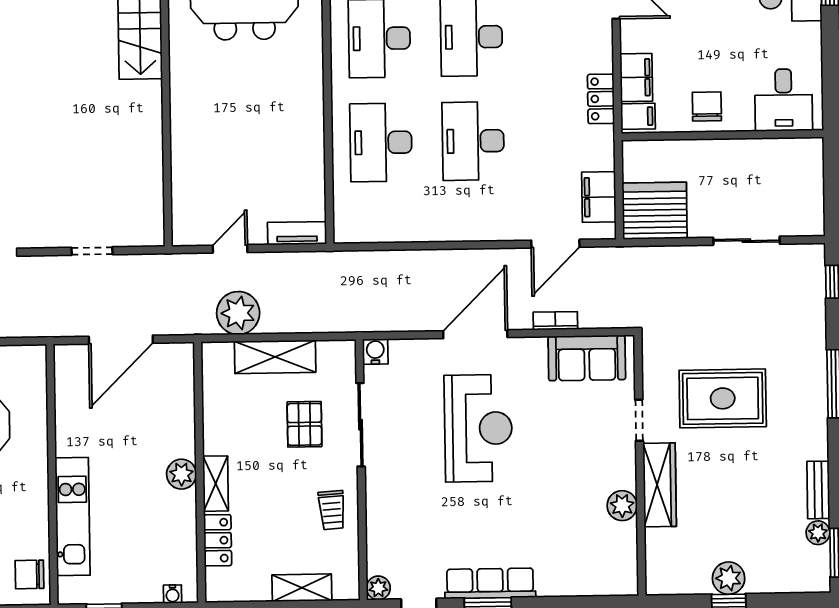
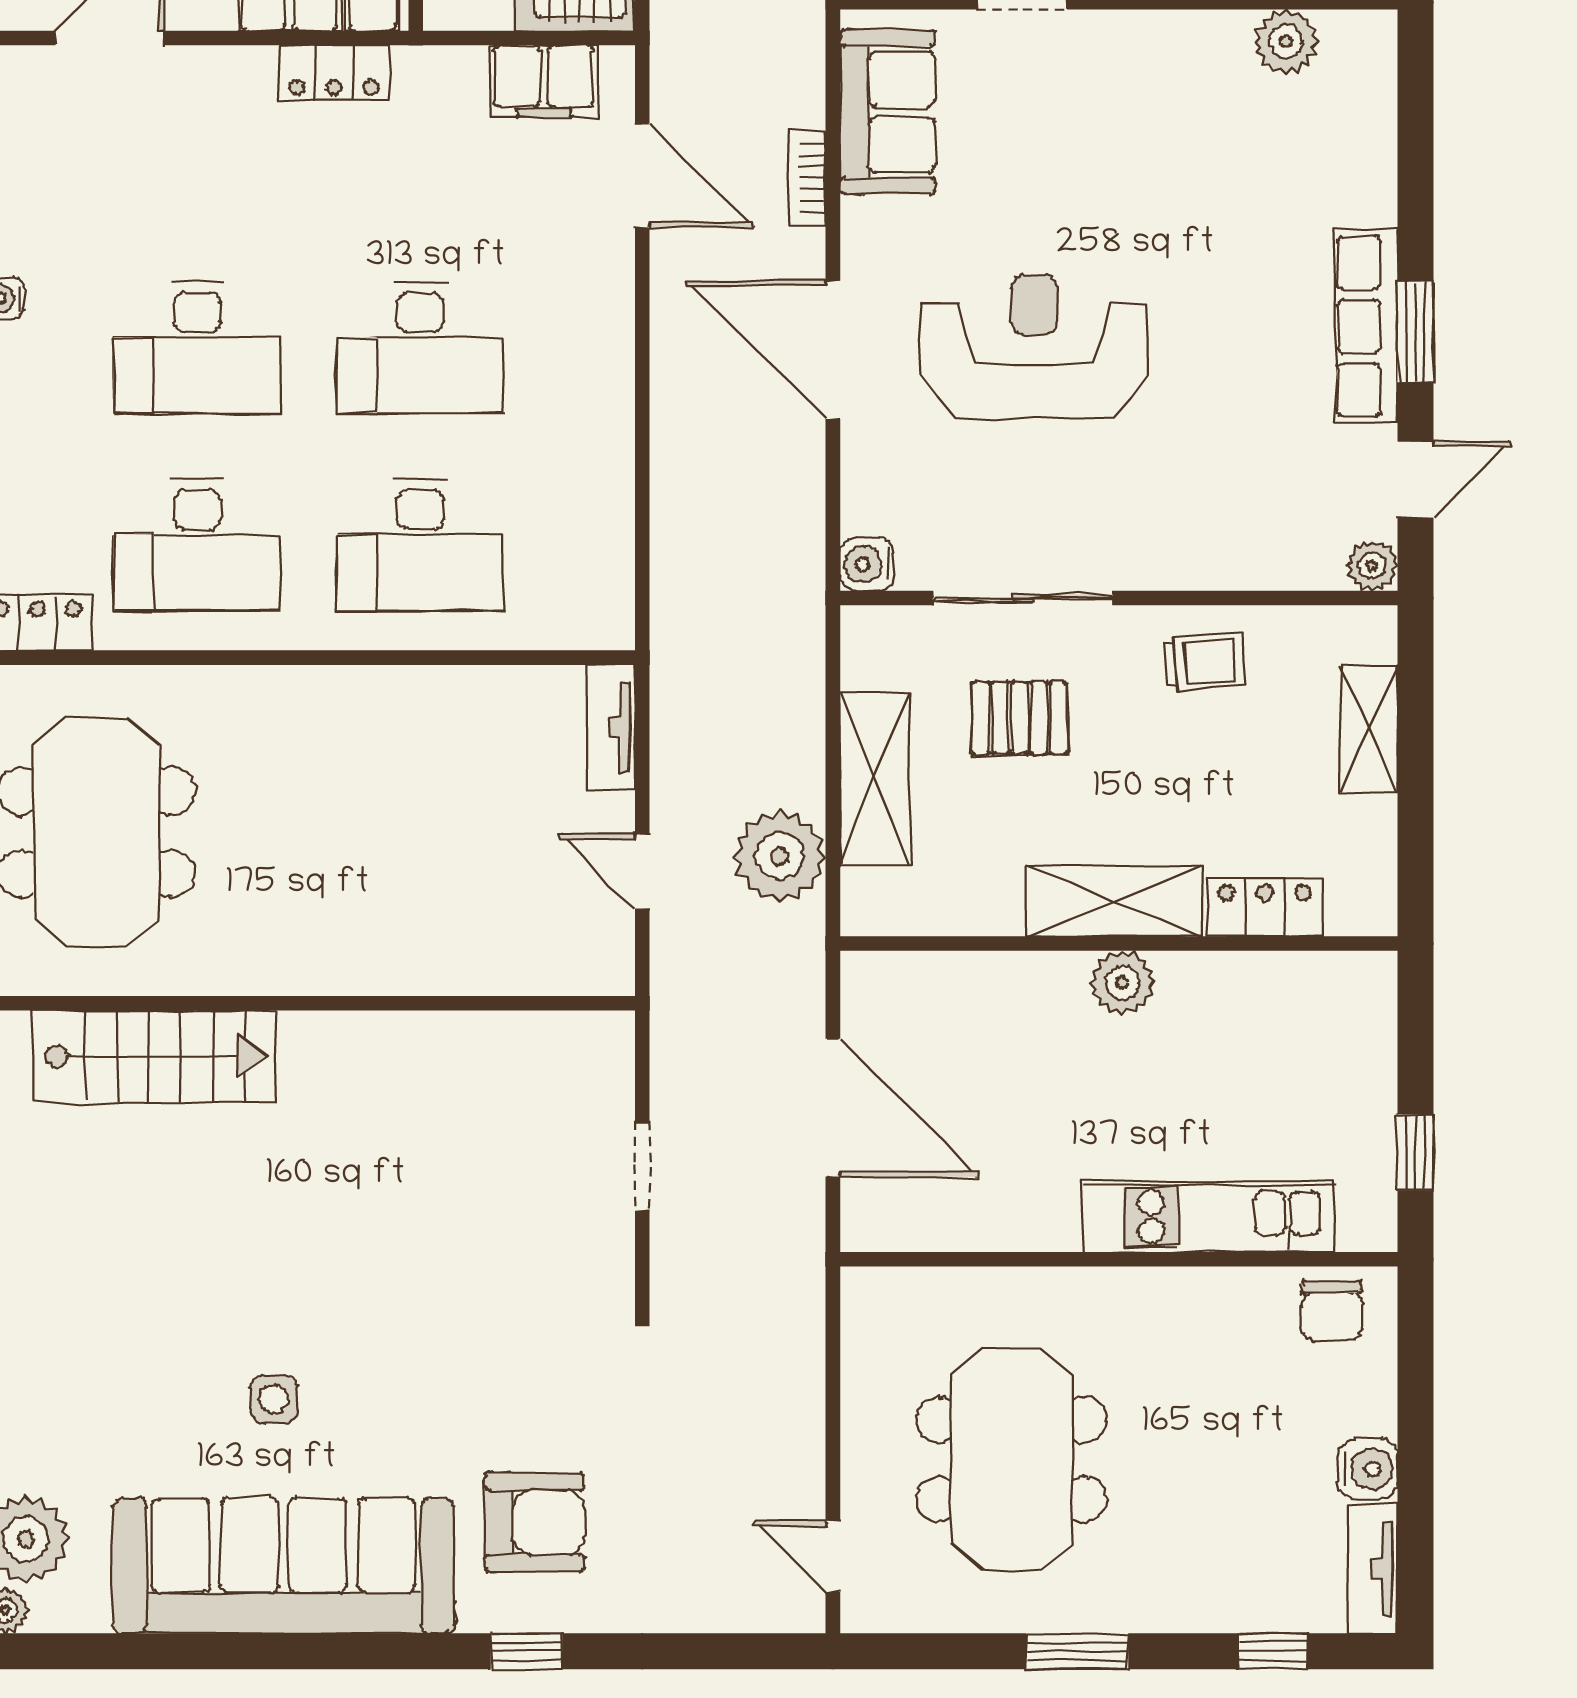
shelving: (216, 484) -> (1114, 901), width x1.50, depth x1.33
plant: (622, 506) -> (1286, 42), moved
water cooler: (173, 594) -> (1378, 1006), removed

